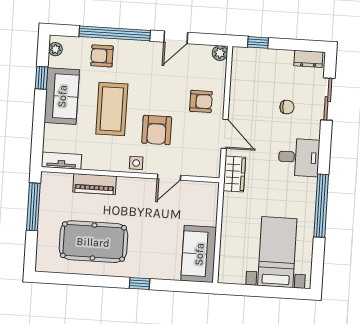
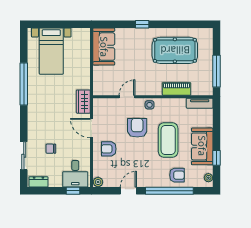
desk: (299, 157) -> (75, 174), moved, turned -90

